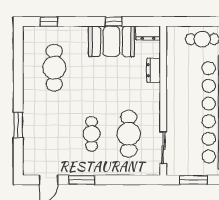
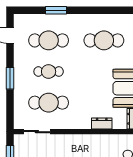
cafe table: (54, 134) -> (49, 40), added
window: (82, 180) -> (10, 78), moved

